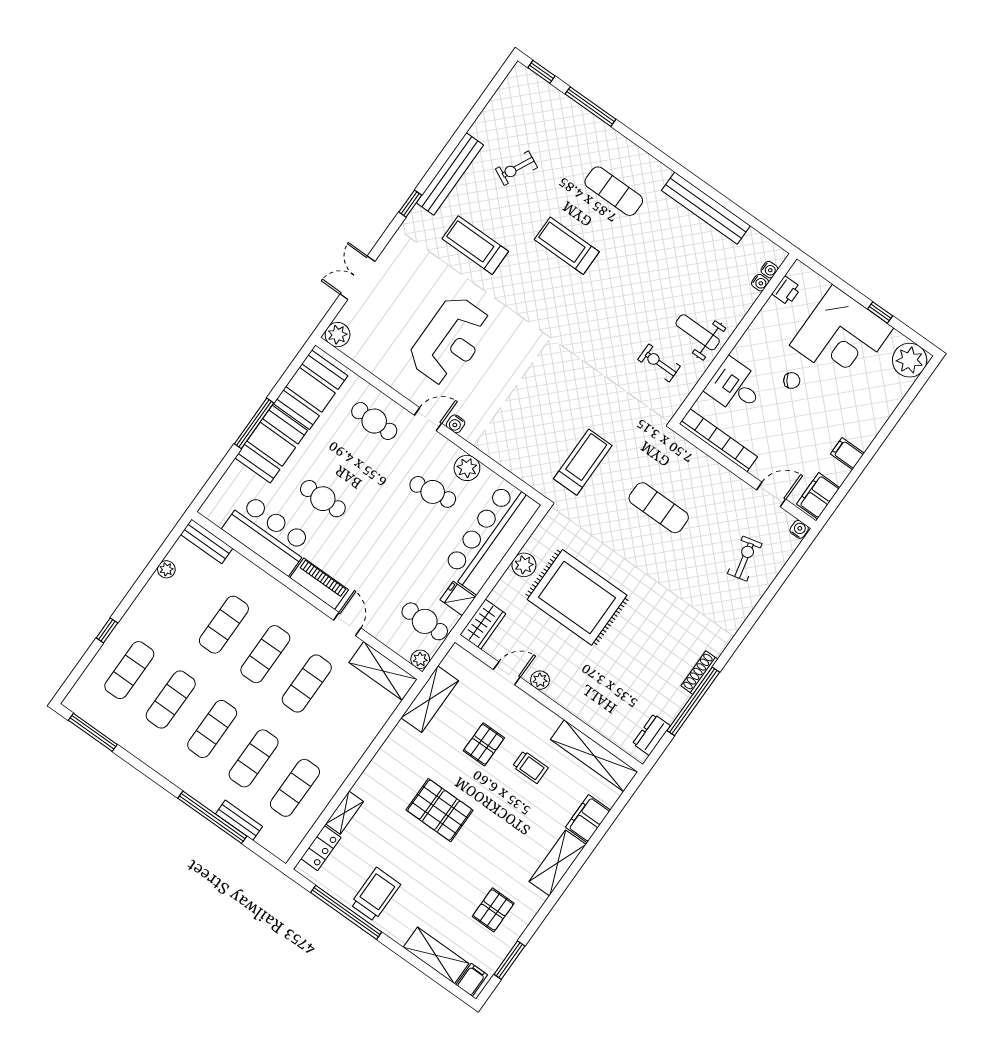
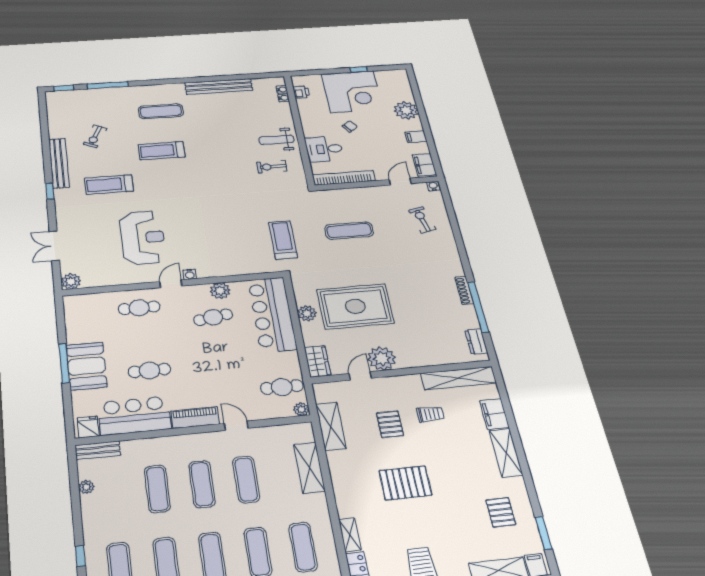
plant: (910, 360) -> (406, 110), moved
booth: (311, 390) -> (83, 320), removed
fridge: (458, 598) -> (88, 427), moved, turned 90
shelving: (383, 671) -> (309, 468), moved, turned 90
plant: (540, 680) -> (382, 358), width x1.88, depth x1.88

